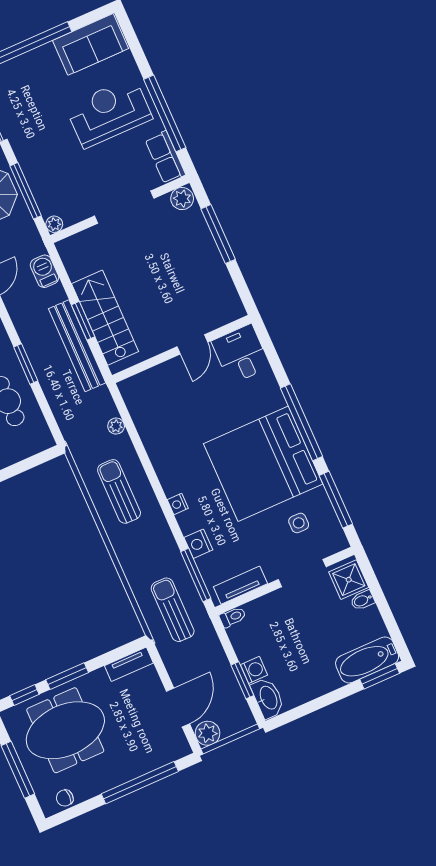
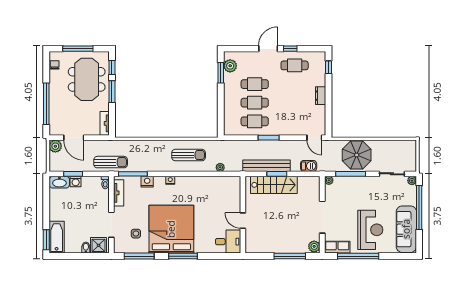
sofa: (91, 44) -> (406, 229), width x1.36
window: (302, 422) -> (183, 256), width x0.68
sun lounger: (173, 610) -> (111, 162), moved

